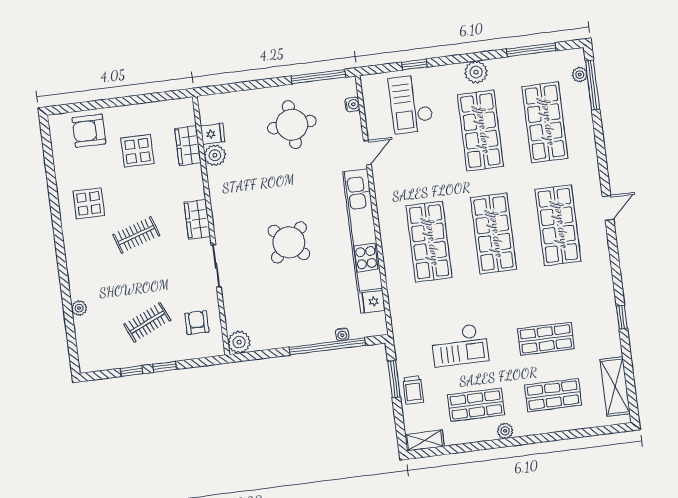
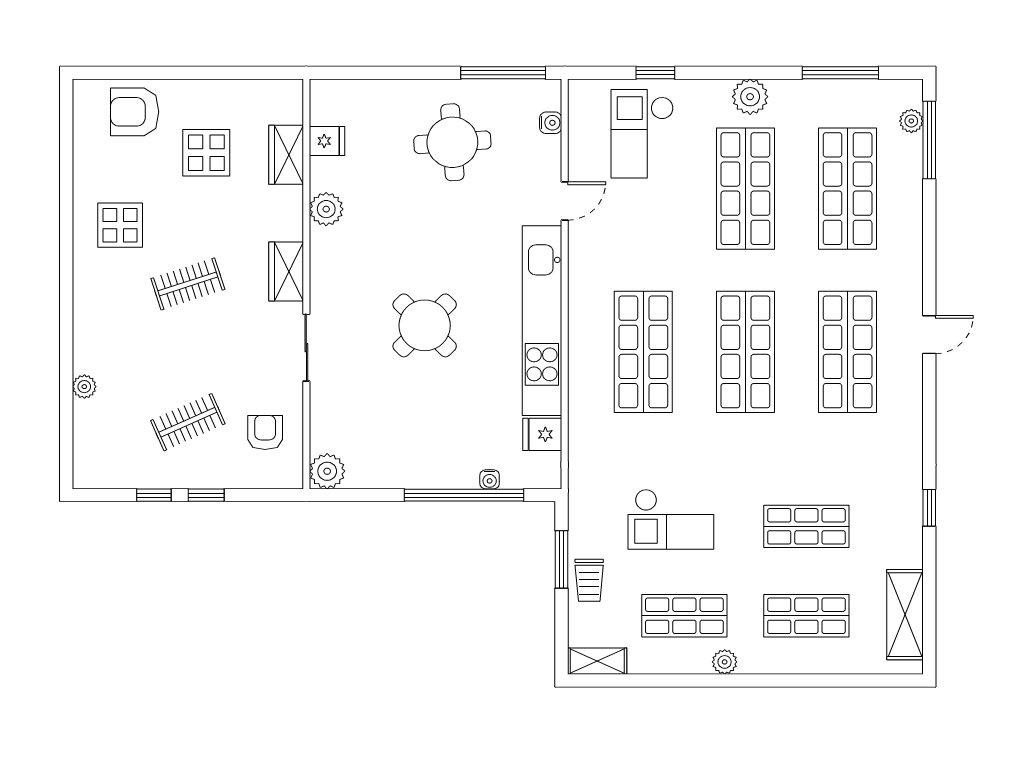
plant: (215, 155) -> (326, 209), moved

